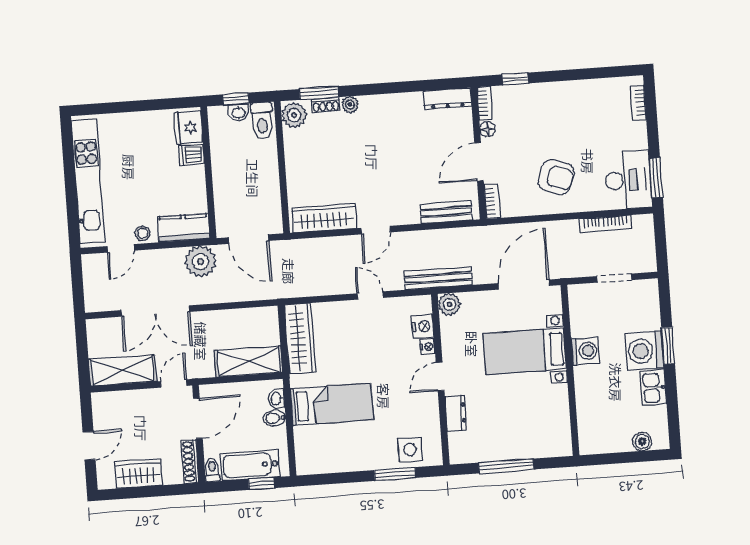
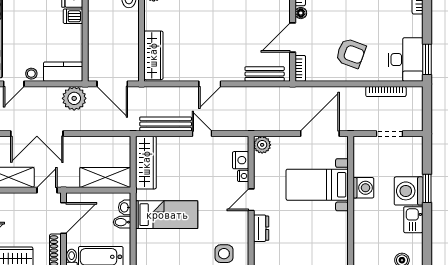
wardrobe: (324, 218) -> (153, 55), moved, turned 90
bench: (438, 278) -> (166, 124), moved

